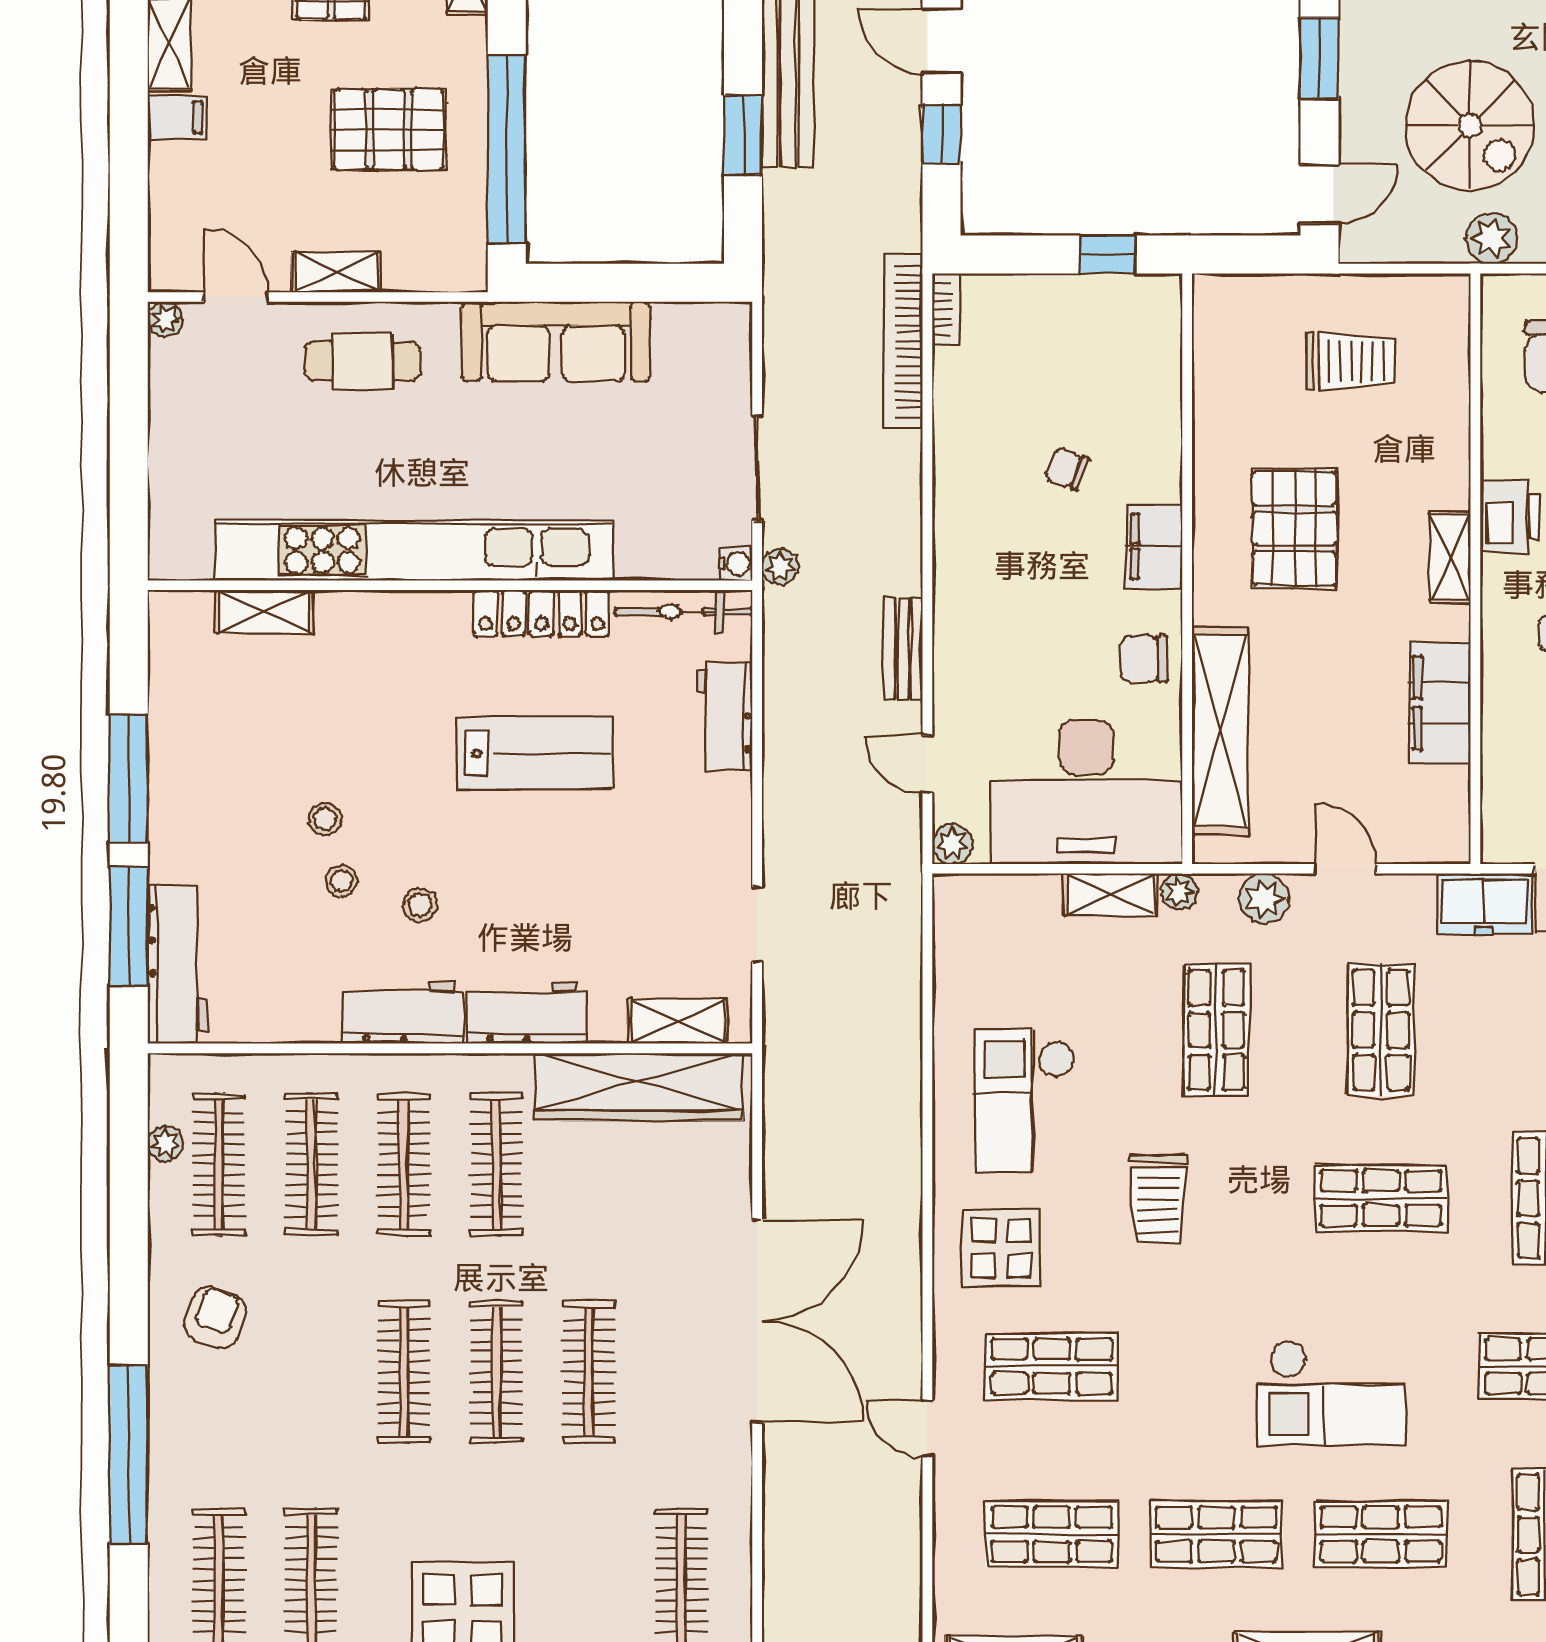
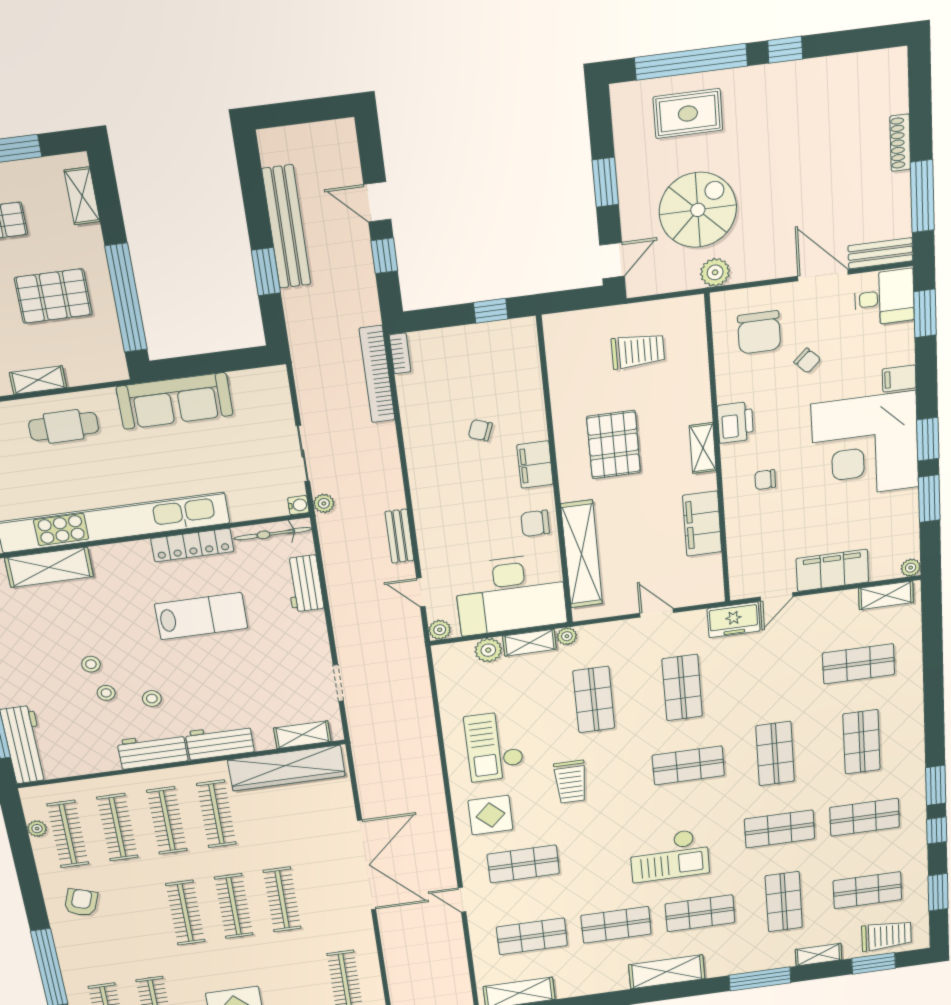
spiral stairs: (1470, 126) -> (698, 210), turned -90
shelving: (264, 612) -> (49, 567), width x1.50, depth x1.33
plant: (1264, 898) -> (488, 650), moved

